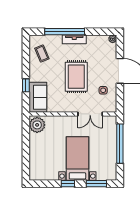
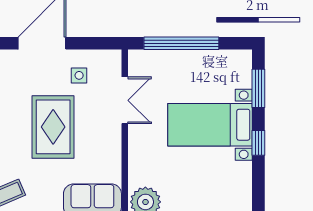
rug: (76, 77) -> (53, 127), turned 90

